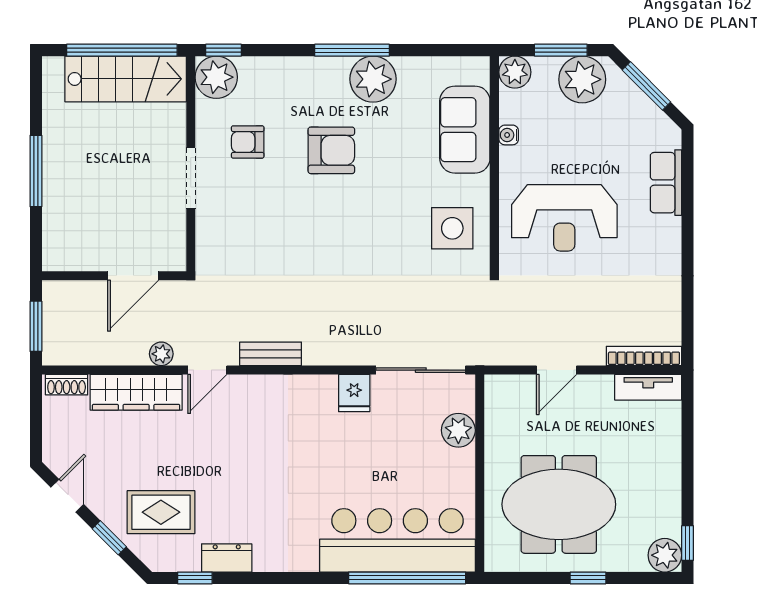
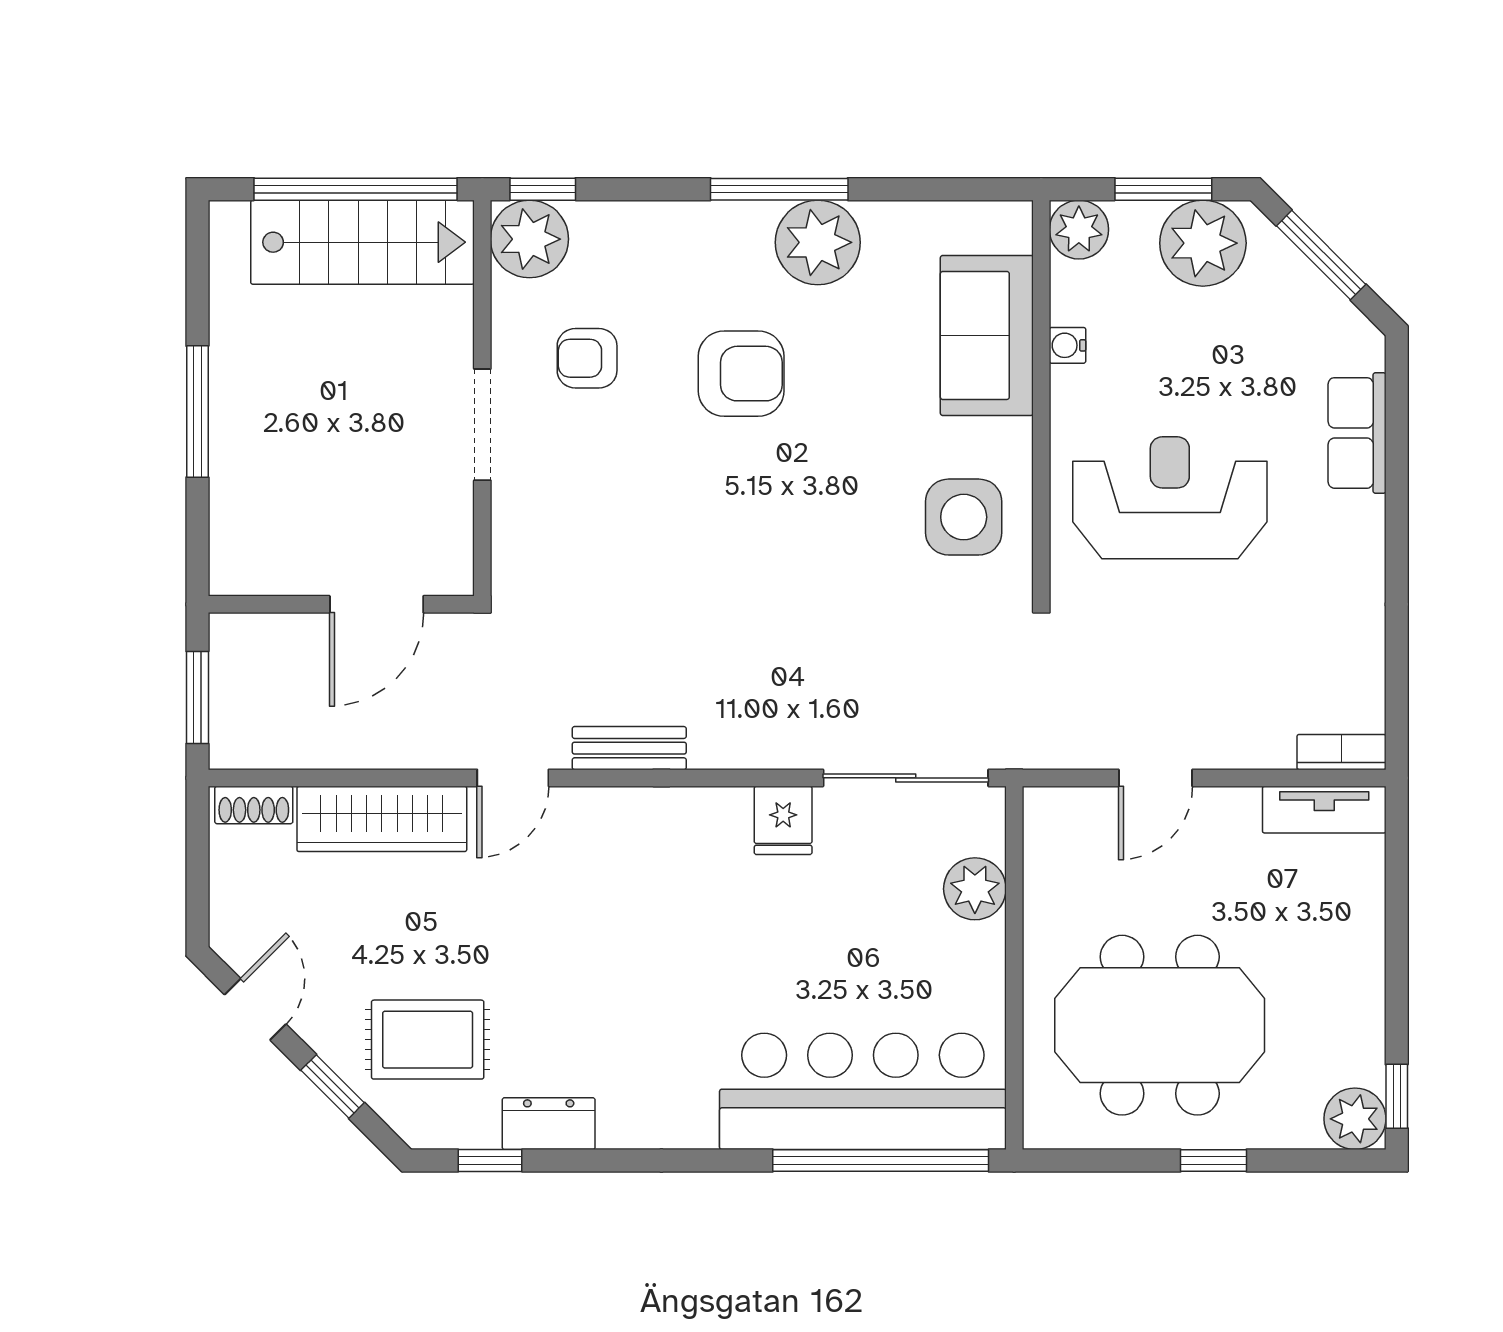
reception desk: (564, 218) -> (1170, 498), turned 180
plant: (161, 354) -> (428, 748), removed
bookcase: (644, 356) -> (1341, 752), width x0.64

